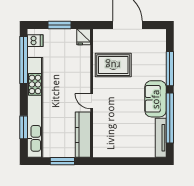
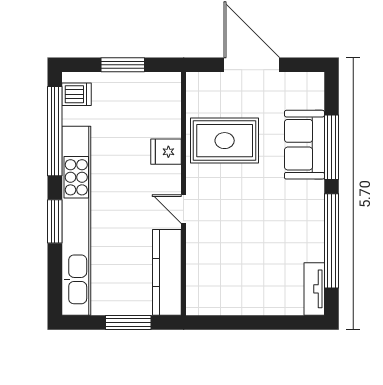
fridge: (84, 37) -> (166, 152), moved, turned 90
sofa: (156, 99) -> (304, 145), moved
window: (24, 127) -> (55, 221), moved
tv unit: (161, 138) -> (314, 289), width x0.71

